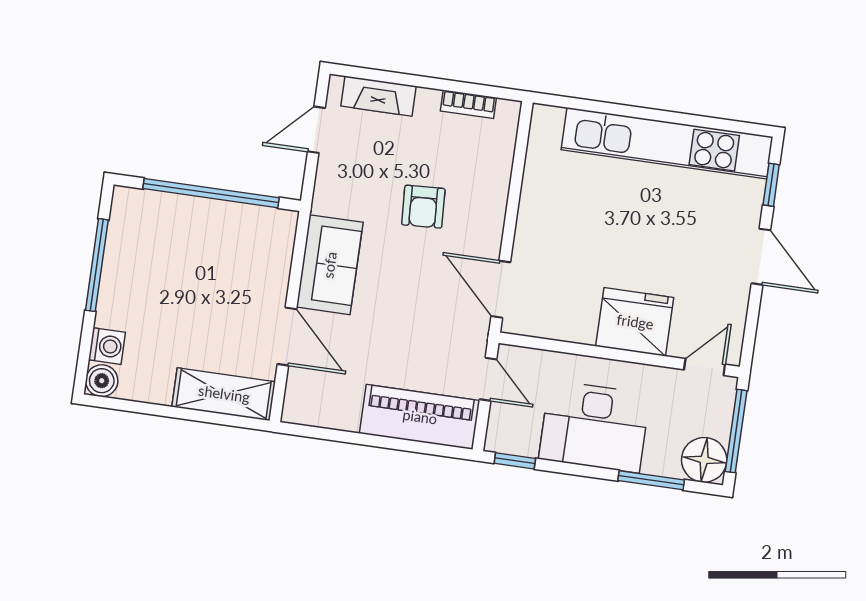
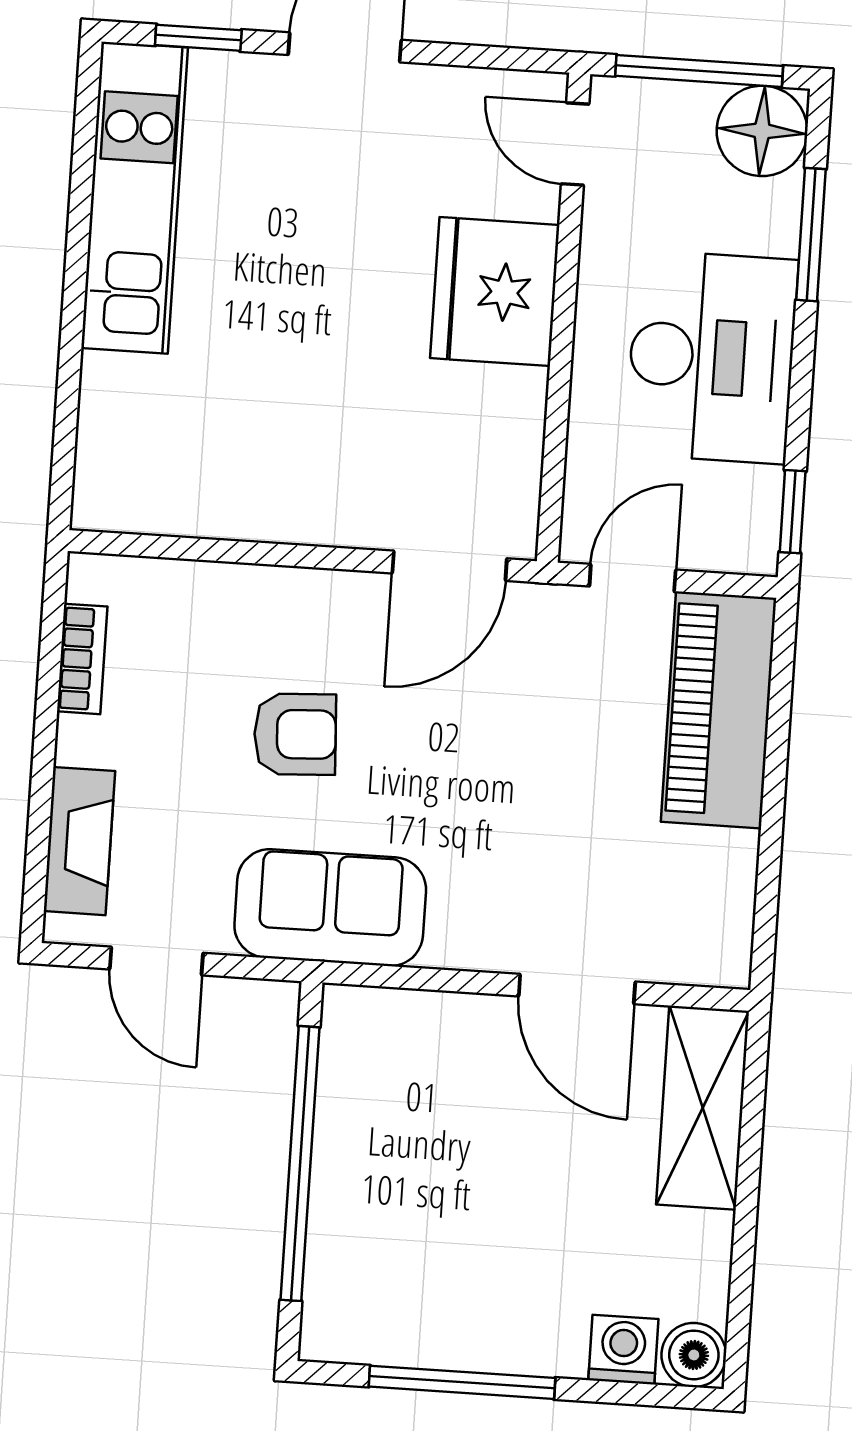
kitchen unit: (667, 143) -> (134, 198), width x0.73
sofa: (330, 265) -> (330, 908), moved
door: (287, 337) -> (577, 989), swing flipped

